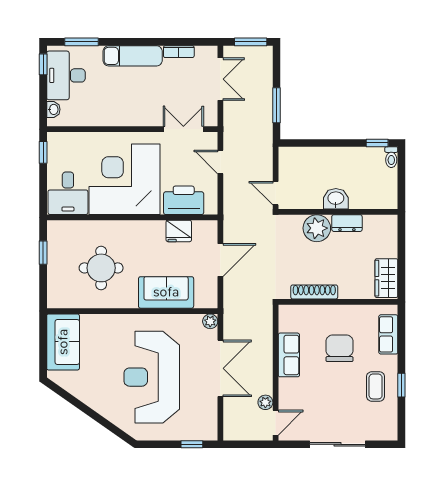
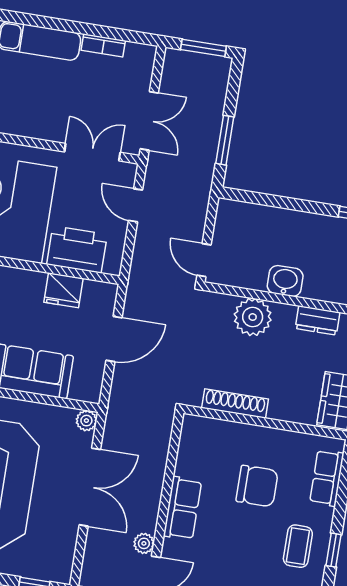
double door: (220, 79) -> (149, 121), moved
dresser: (347, 223) -> (318, 320), moved
chair: (340, 348) -> (257, 486), turned 90
row of seats: (289, 355) -> (182, 508), moved

